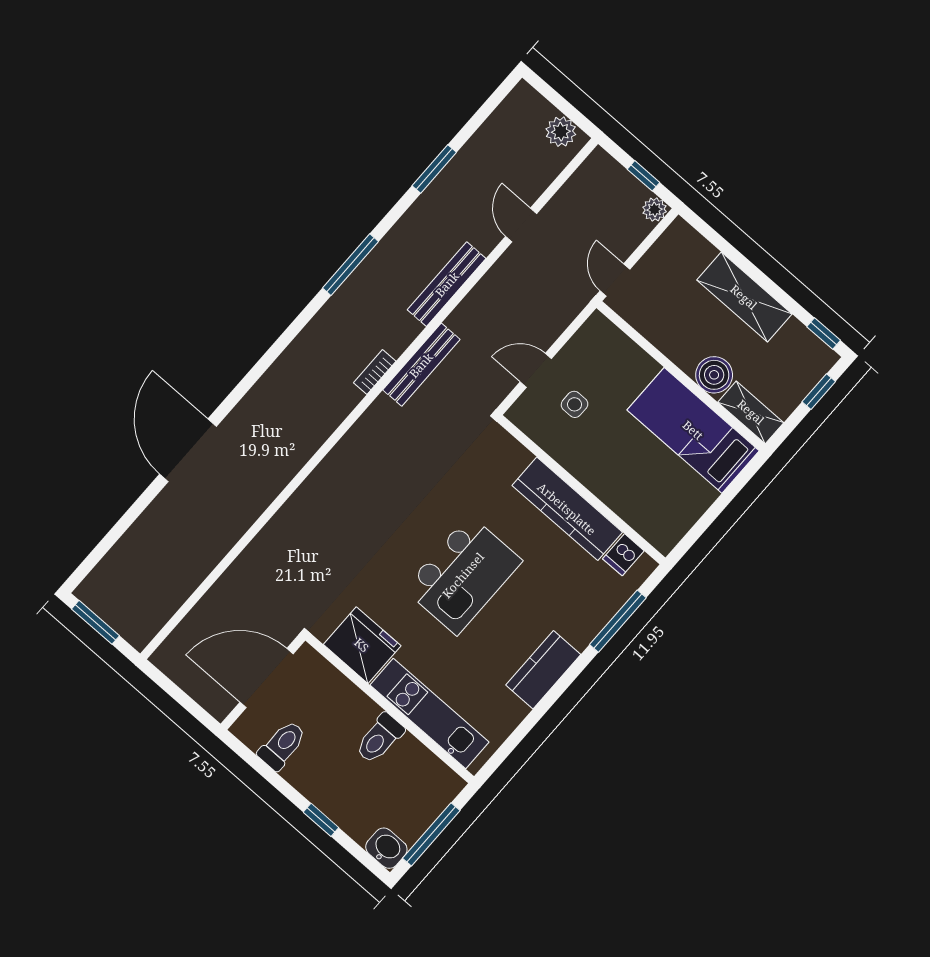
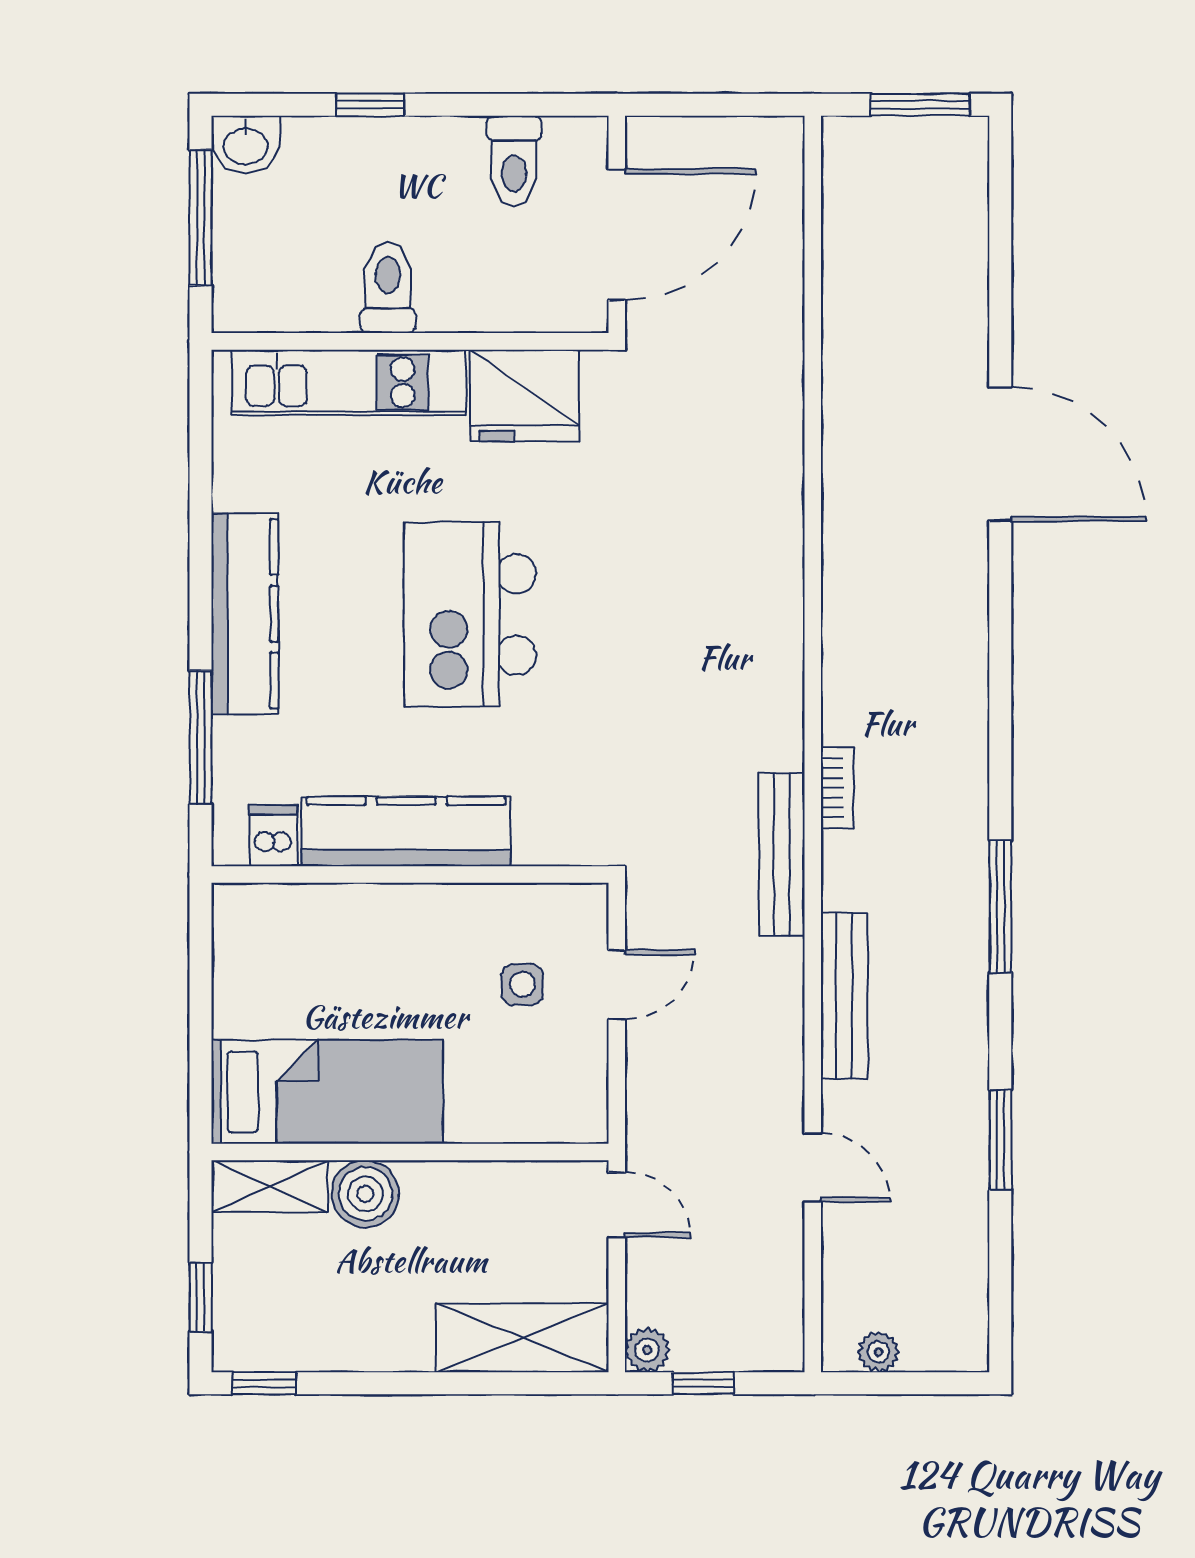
plant: (561, 132) -> (878, 1352), width x0.73, depth x0.73
shelving: (744, 297) -> (522, 1338), moved
kitchen counter: (543, 670) -> (245, 614), width x1.50

